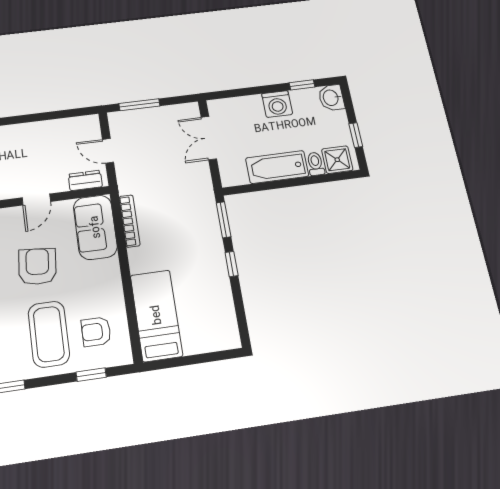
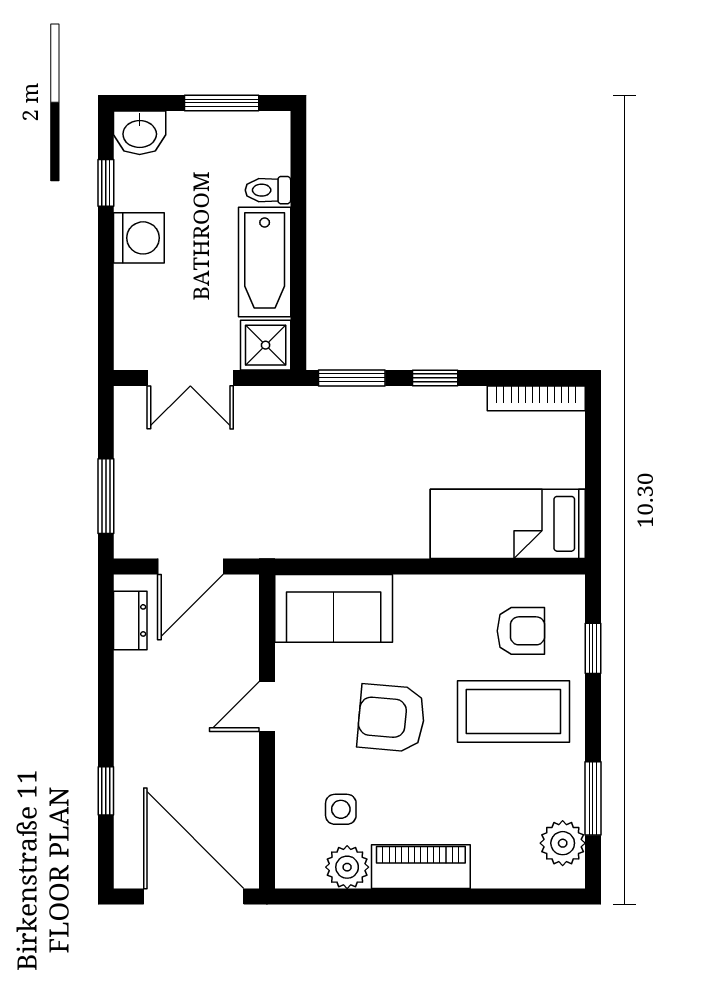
window: (356, 135) -> (222, 103), width x1.50
door: (108, 151) -> (190, 566), width x1.38
shower: (337, 160) -> (266, 345), moved
dresser: (85, 180) -> (130, 620), moved, turned 180
door: (36, 200) -> (267, 707), swing flipped
bookcase: (130, 221) -> (536, 398), moved, turned 180
armchair: (96, 332) -> (521, 631), turned -90

